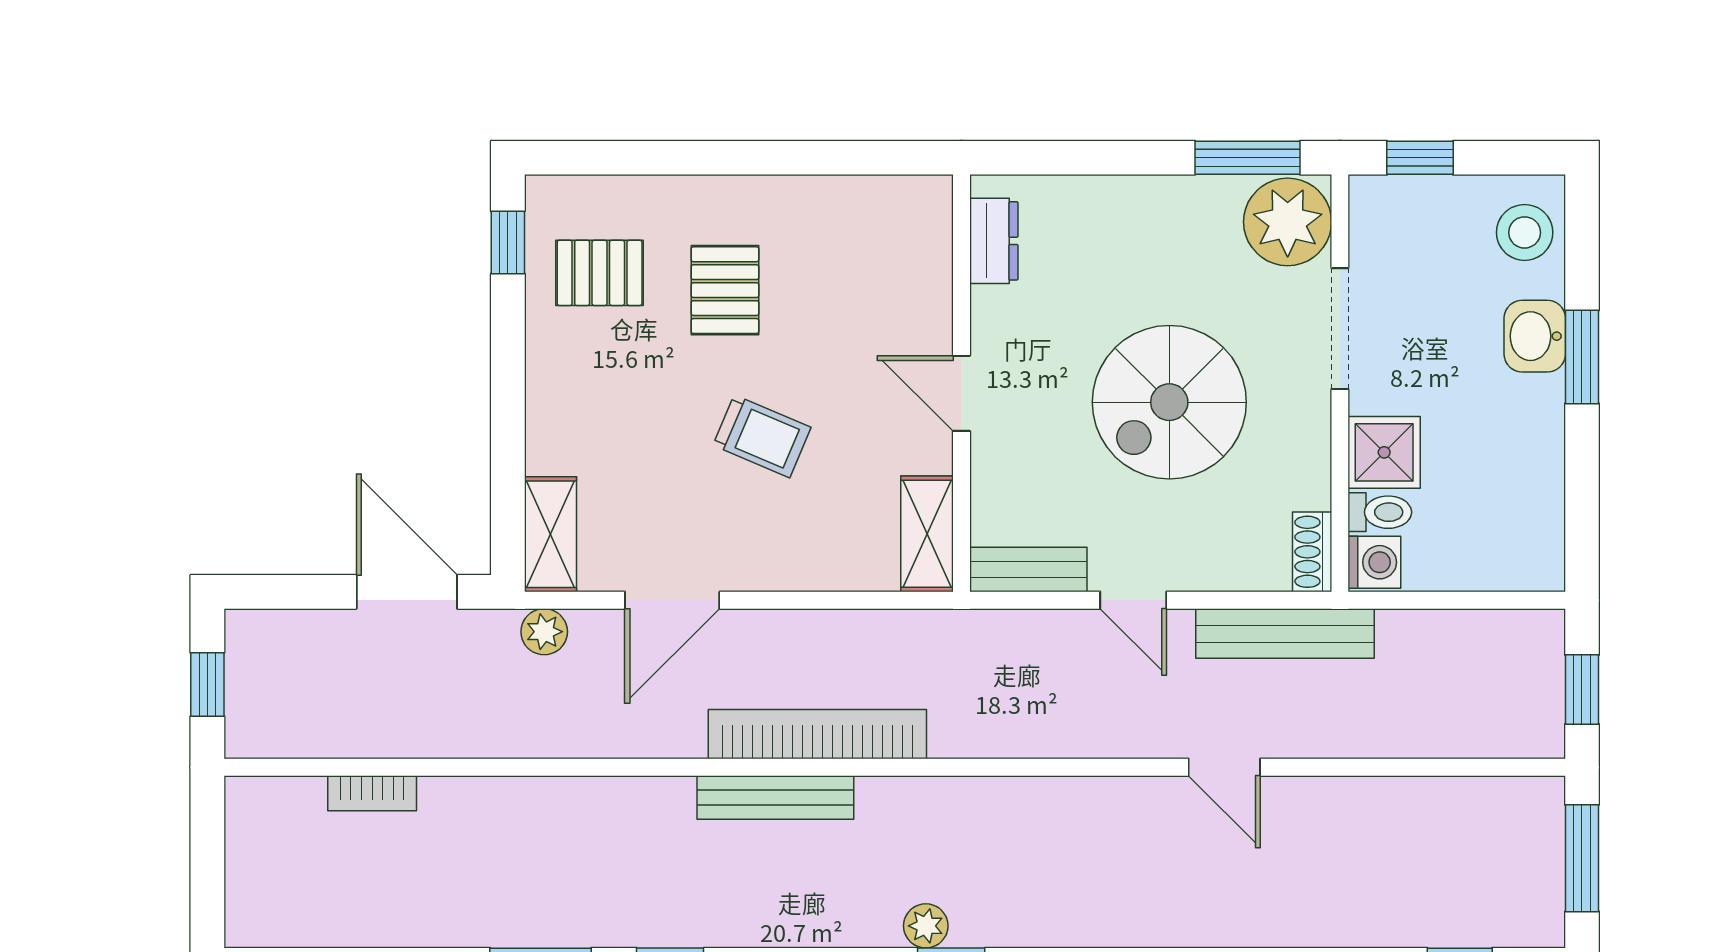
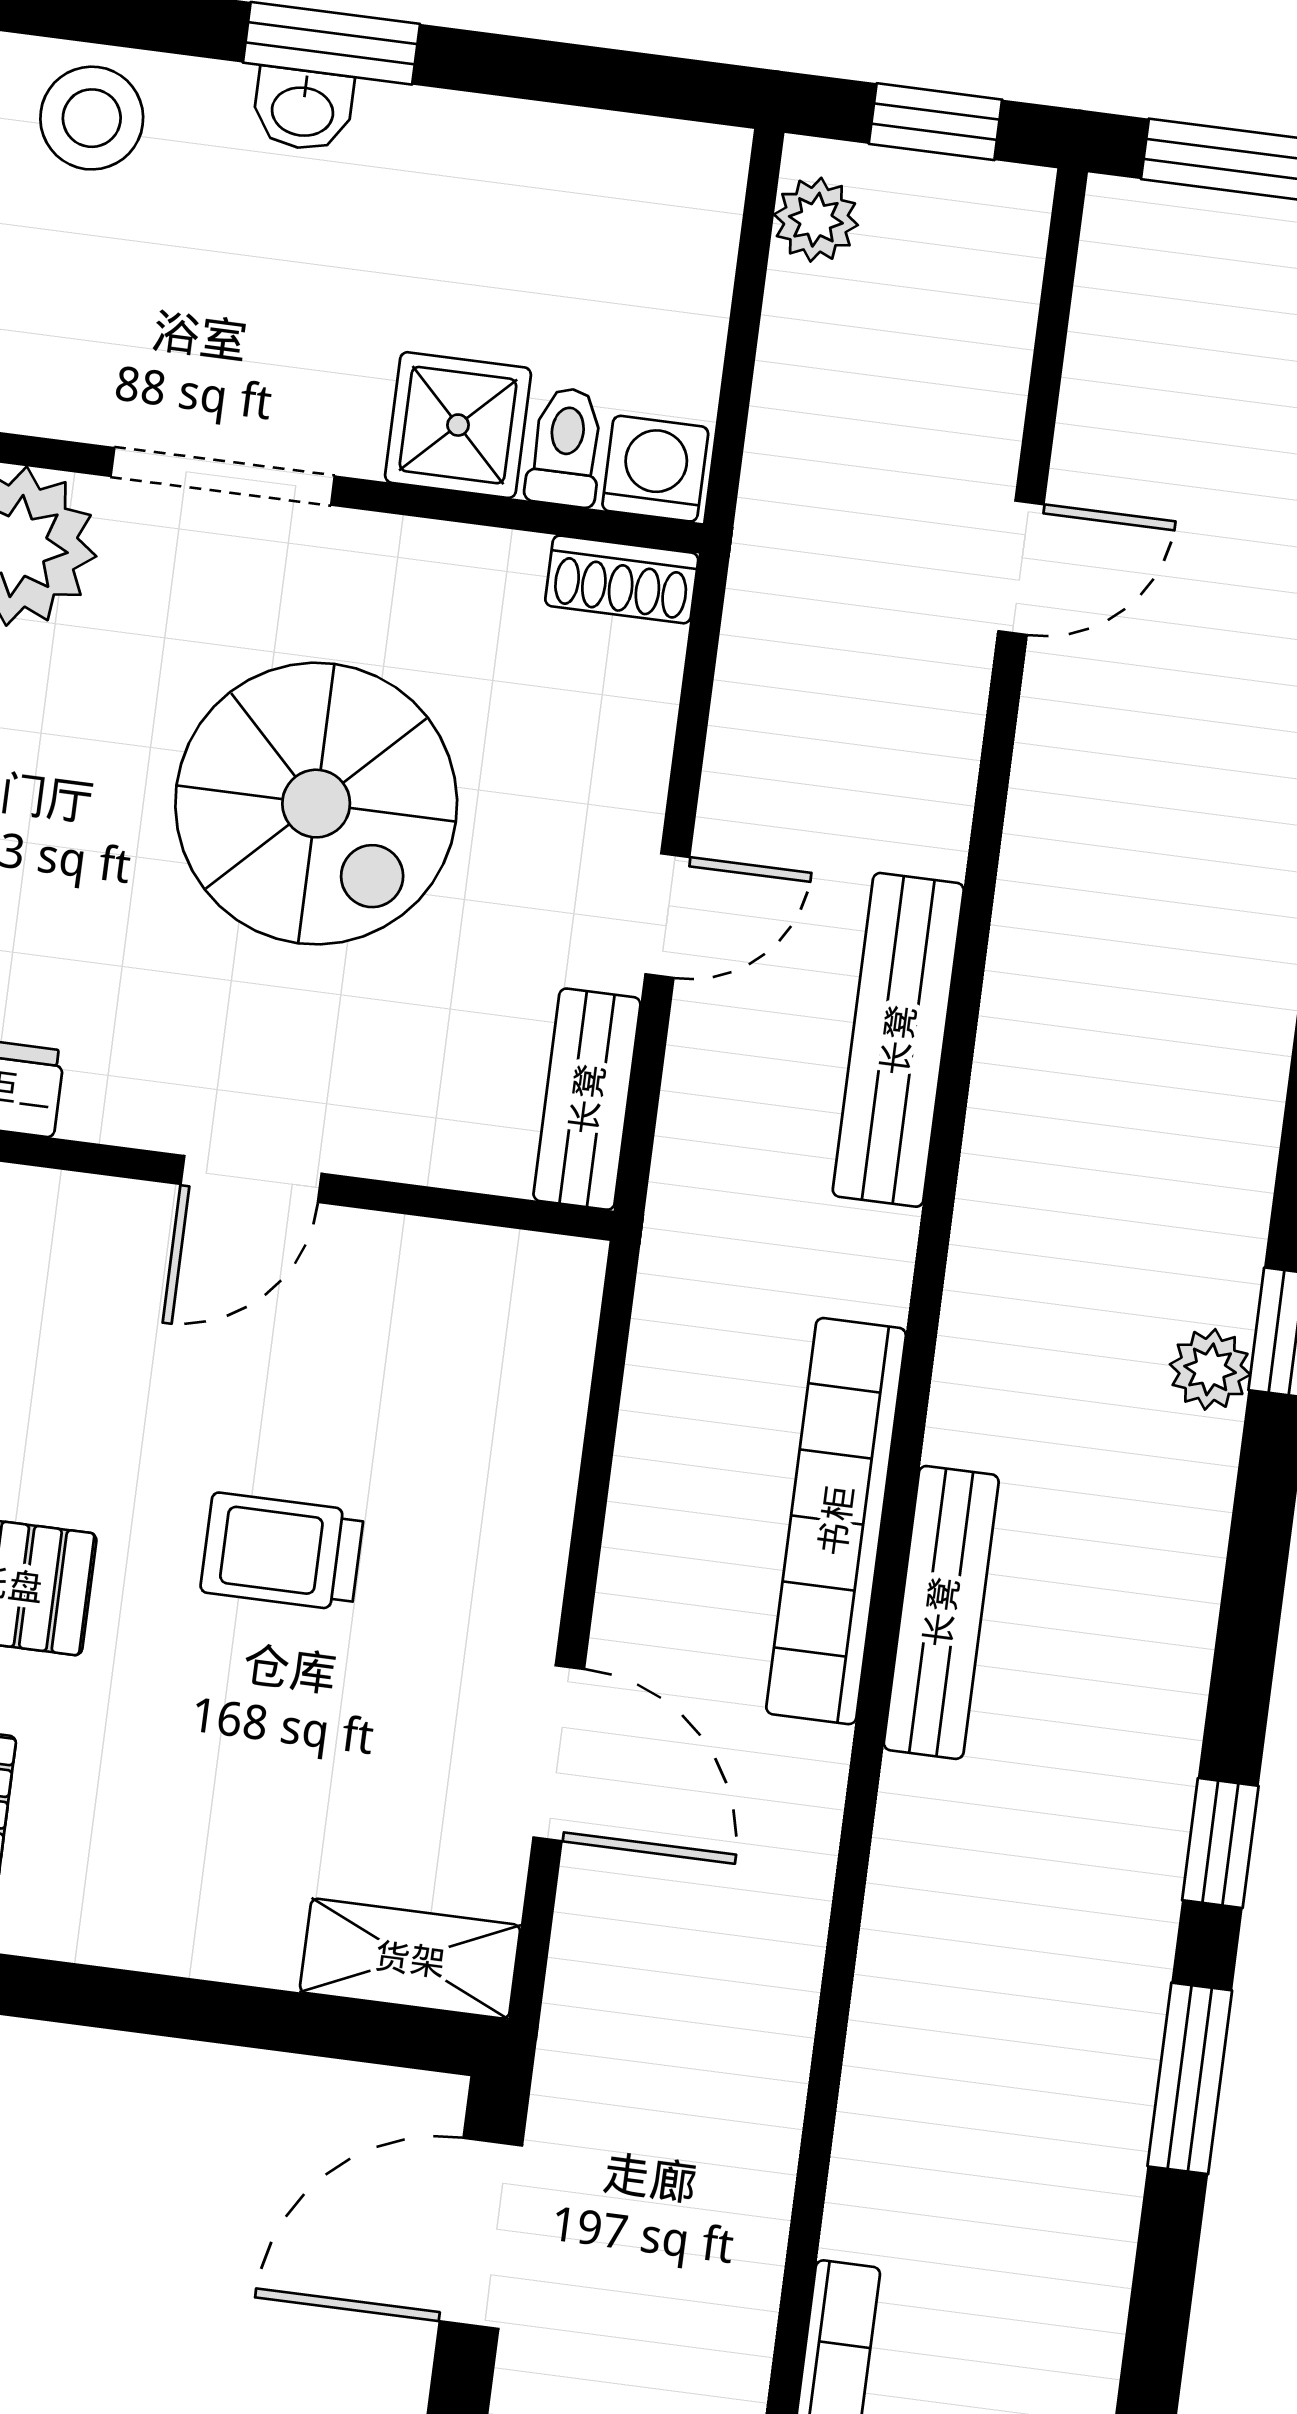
washbasin: (1535, 336) -> (303, 109), width x0.72, depth x0.69
trolley: (762, 436) -> (282, 1552), turned -113
shelving: (927, 534) -> (498, 1275), removed
plant: (544, 632) -> (816, 220), moved
bench: (1285, 634) -> (898, 1040), moved
door: (1224, 767) -> (1021, 568), moved

